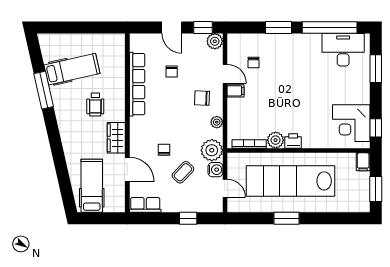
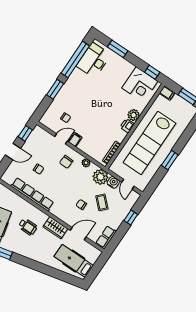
plant: (215, 41) -> (38, 132), removed
plant: (276, 140) -> (134, 115), moved
door: (225, 188) -> (128, 184), swing flipped

